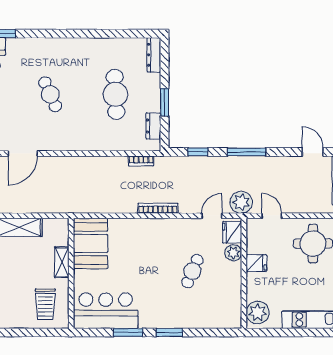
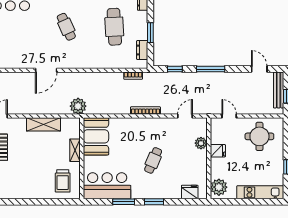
plant: (241, 202) -> (78, 106), moved
fridge: (232, 232) -> (190, 192), moved, turned 90
cafe table: (192, 271) -> (153, 160), moved

